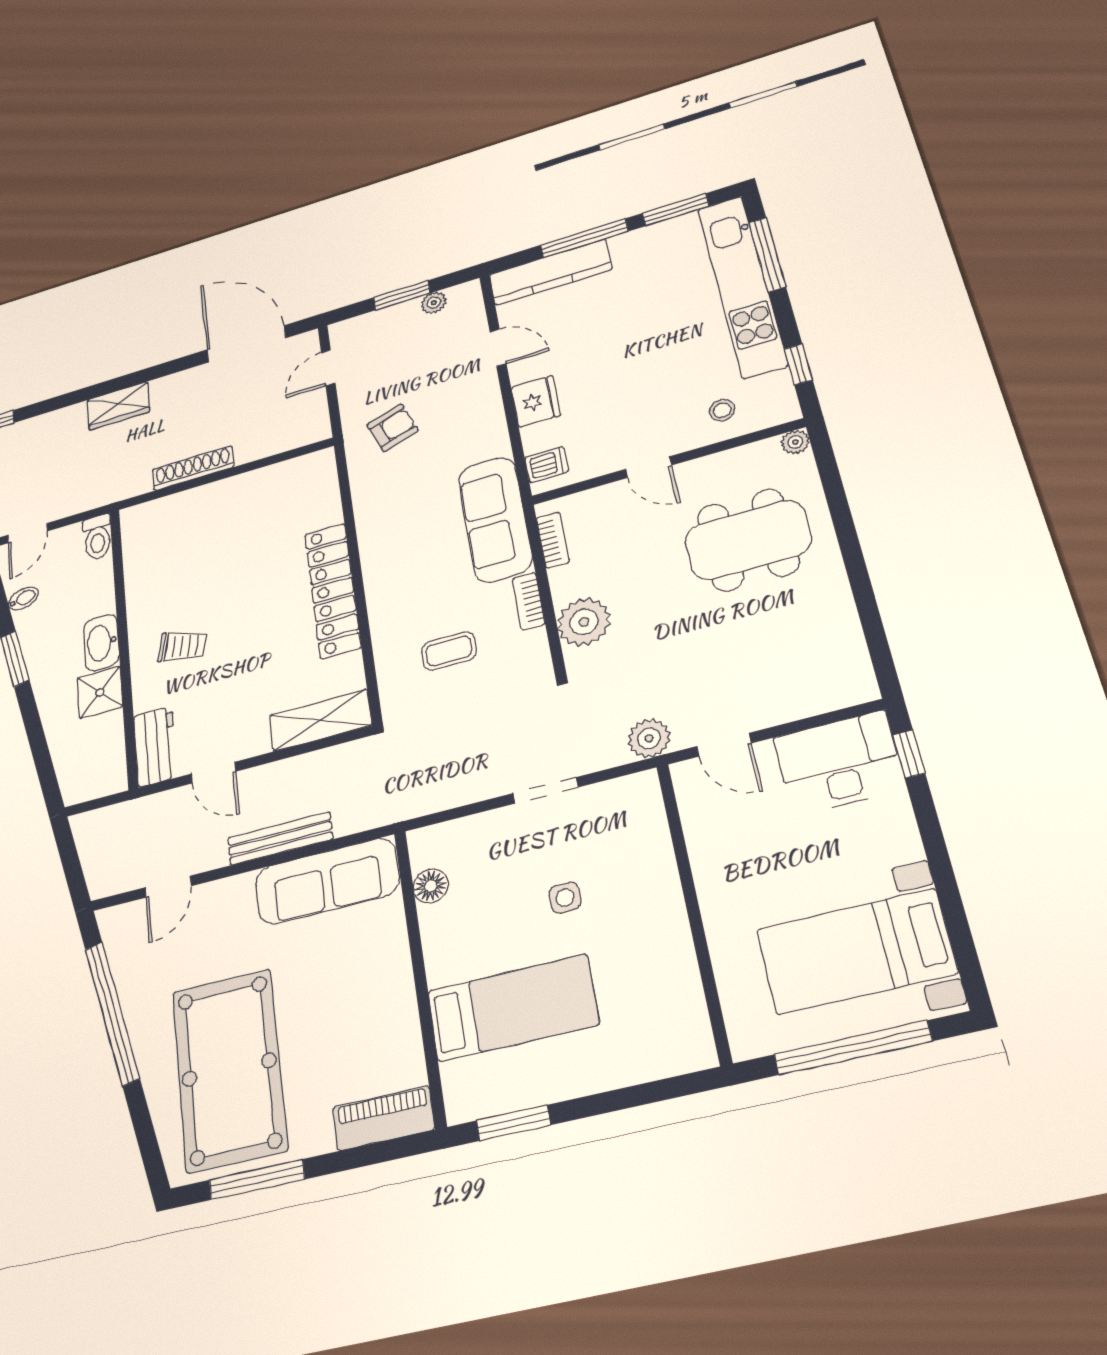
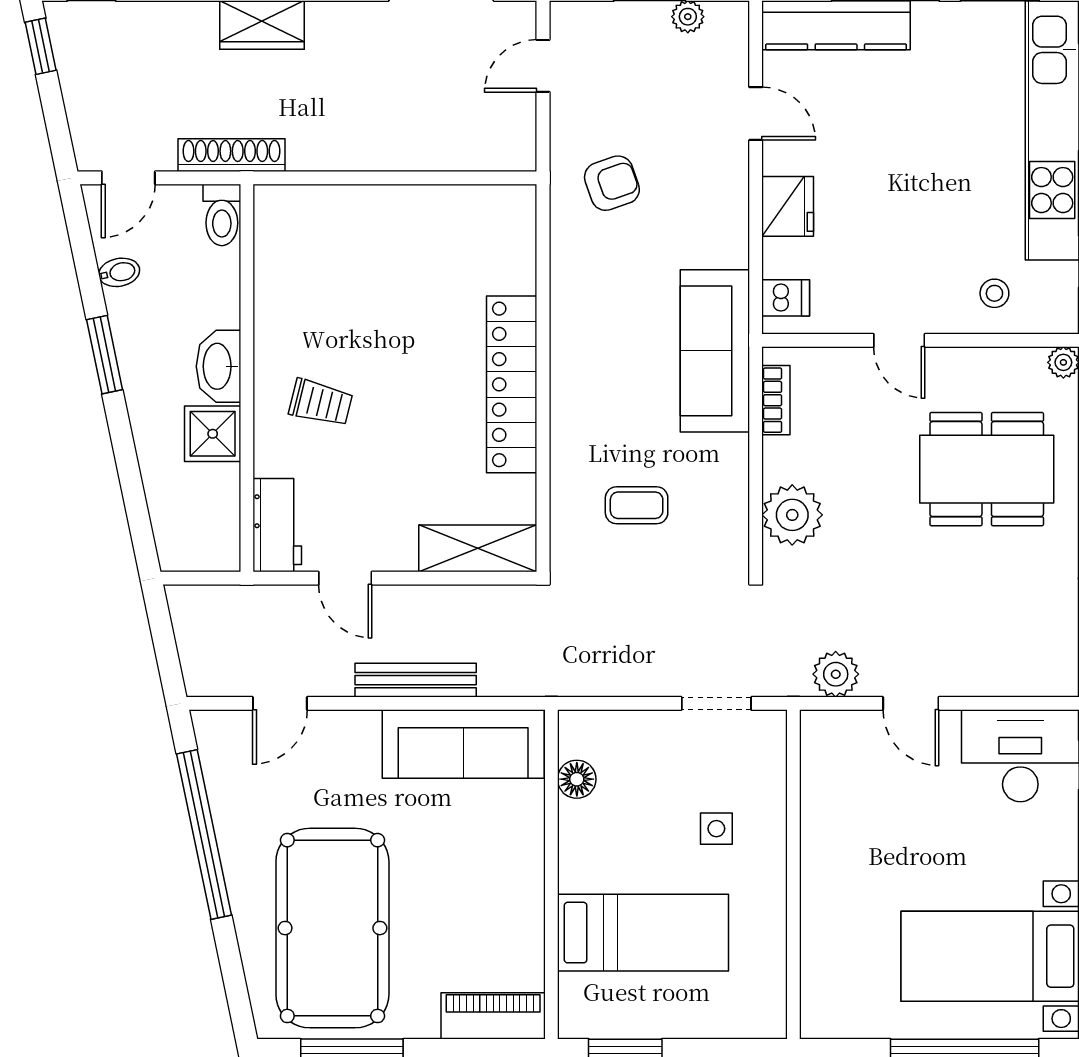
shoe rack: (193, 468) -> (232, 155), moved
bookcase: (528, 601) -> (736, 470), removed
wall: (693, 910) -> (793, 874), moved

